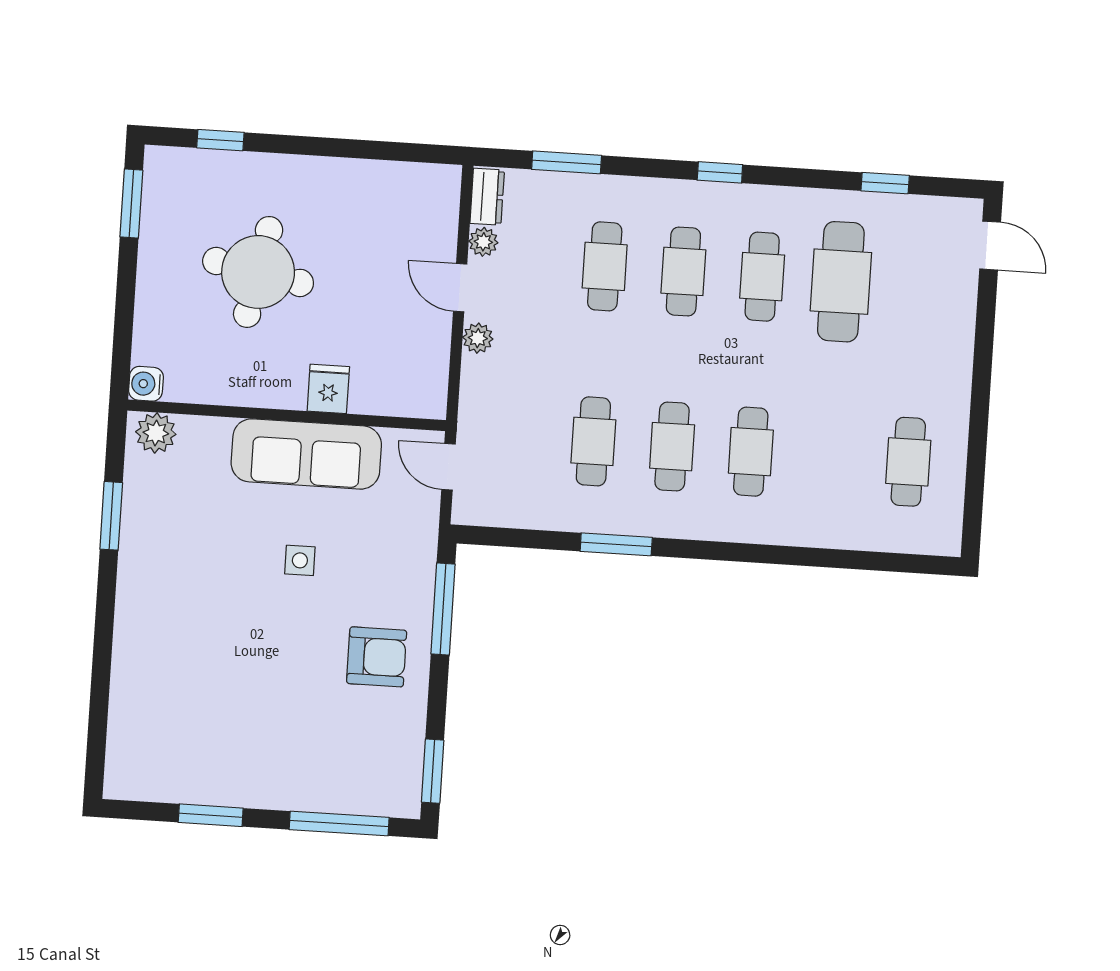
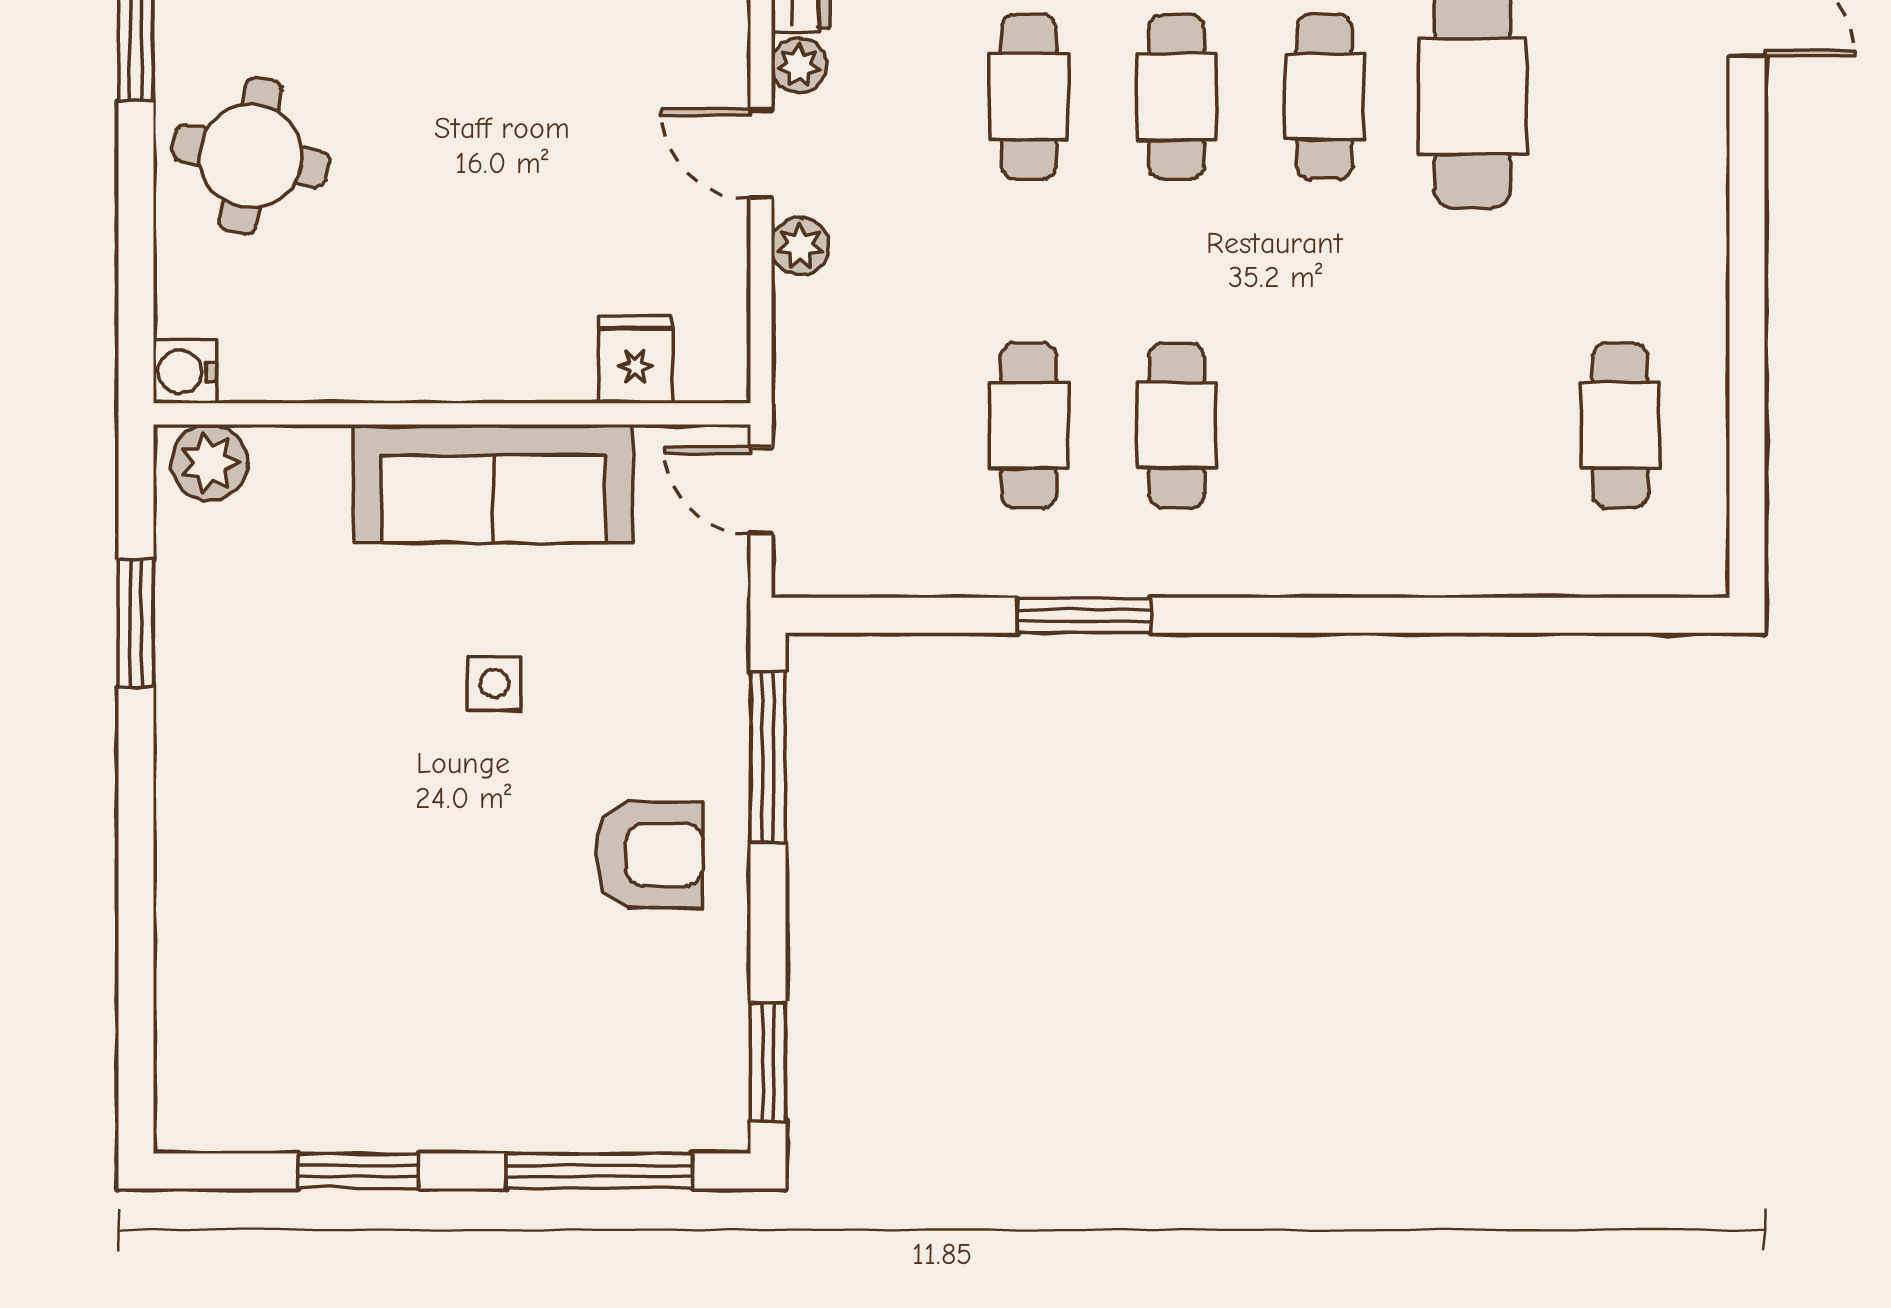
round table: (258, 272) -> (251, 156), moved, width x0.73, depth x0.73
fridge: (328, 389) -> (636, 359), moved
cafe table: (751, 452) -> (1324, 425), removed

